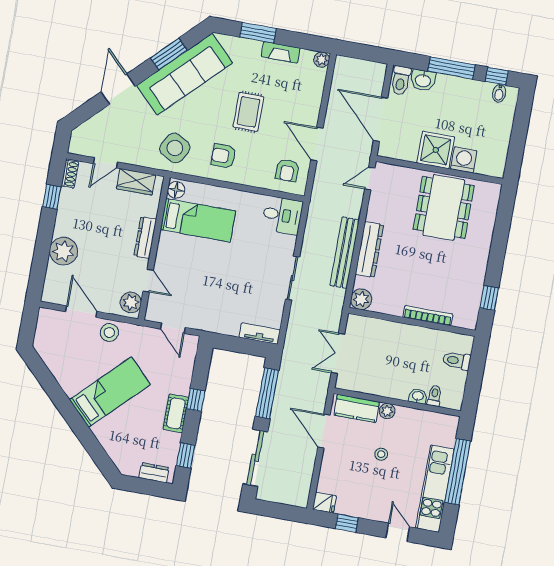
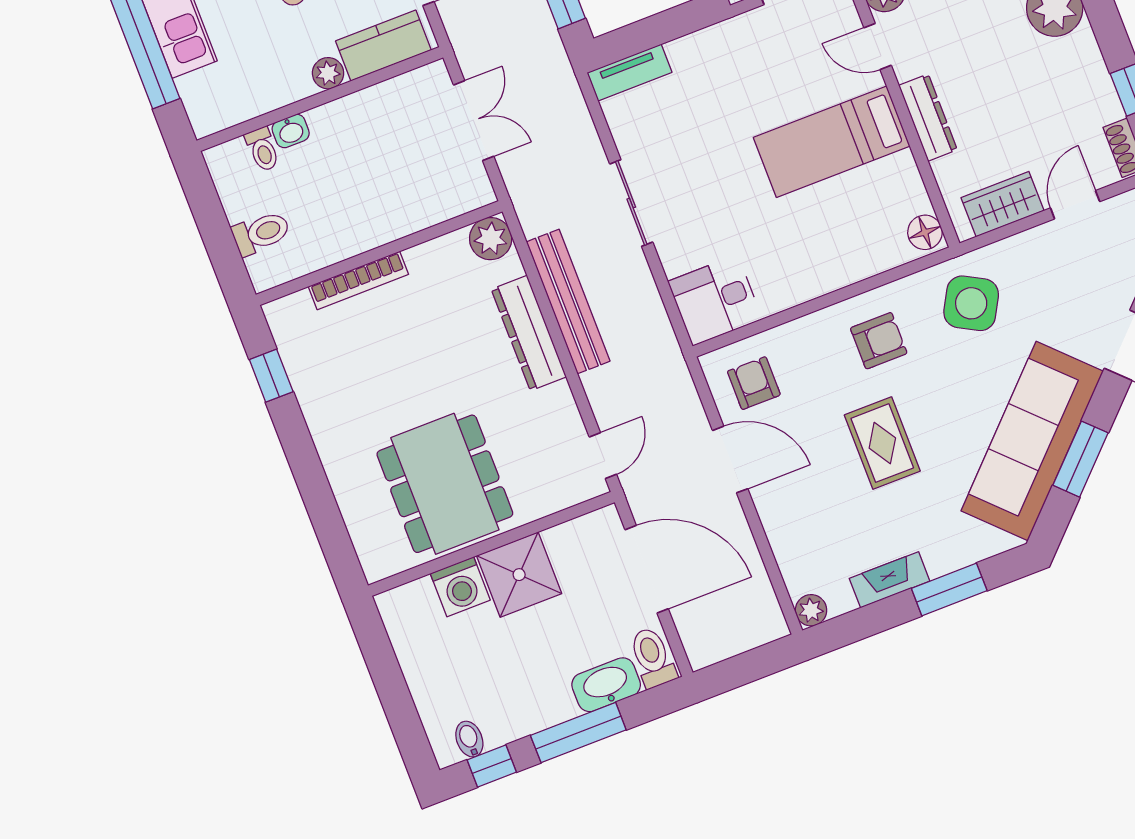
washbasin: (423, 80) -> (606, 685), width x1.38
bed: (198, 220) -> (832, 142), moved

